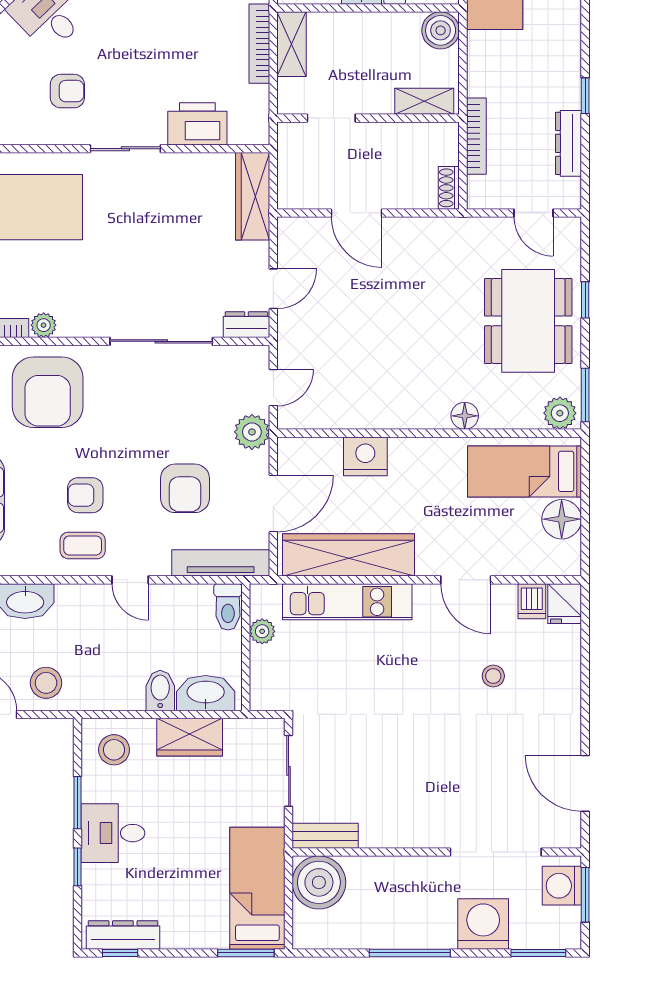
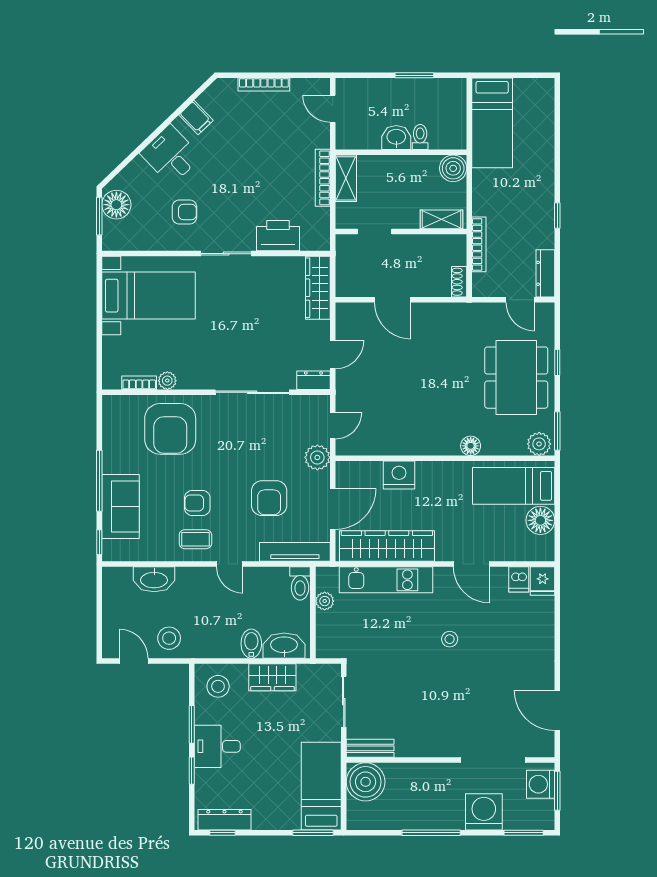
dresser: (569, 143) -> (545, 273), moved
stool: (493, 676) -> (450, 639), moved

